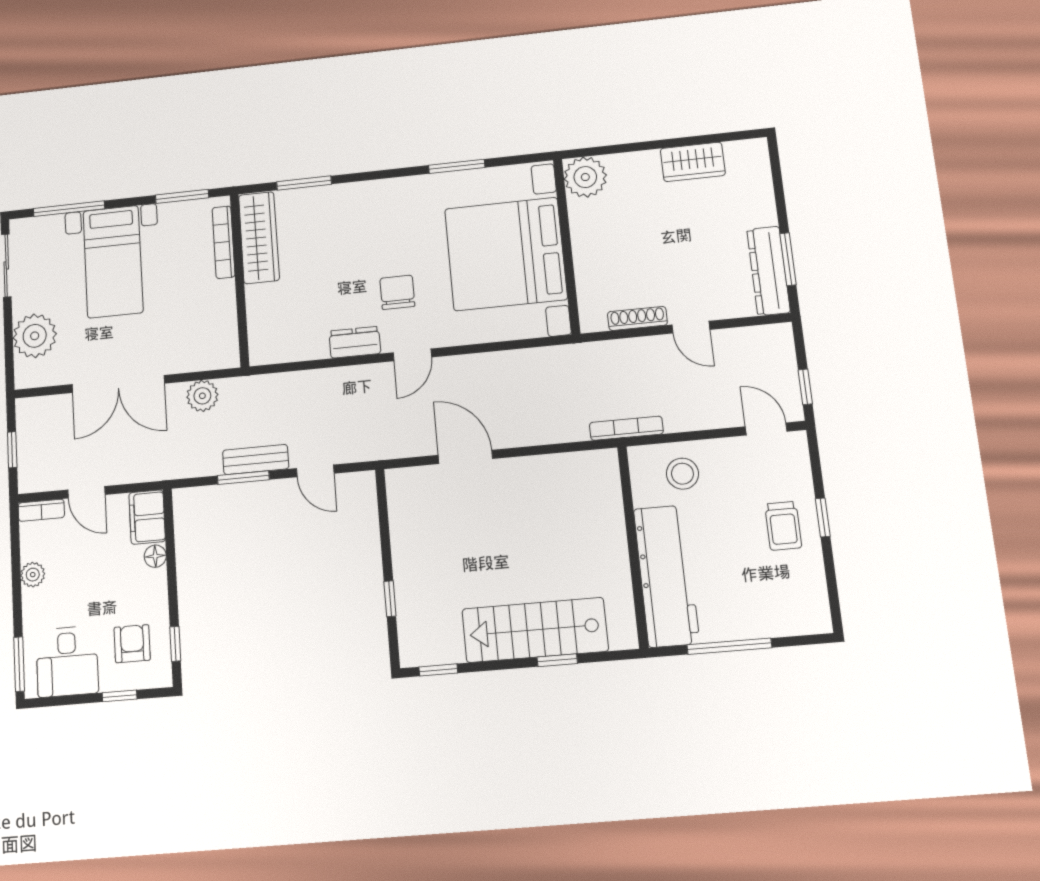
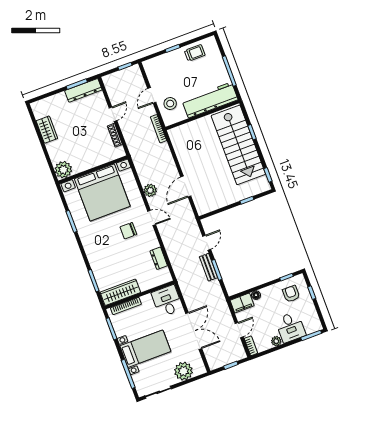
desk: (206, 340) -> (167, 301), added
dresser: (355, 342) -> (159, 258), moved
plant: (202, 396) -> (150, 190), moved
door: (766, 429) -> (152, 95), moved
trolley: (783, 526) -> (195, 53), moved
stairs: (535, 630) -> (238, 145), width x1.36, depth x1.51
armchair: (132, 644) -> (291, 294), turned 90
desk: (67, 661) -> (290, 327), moved, turned 90

